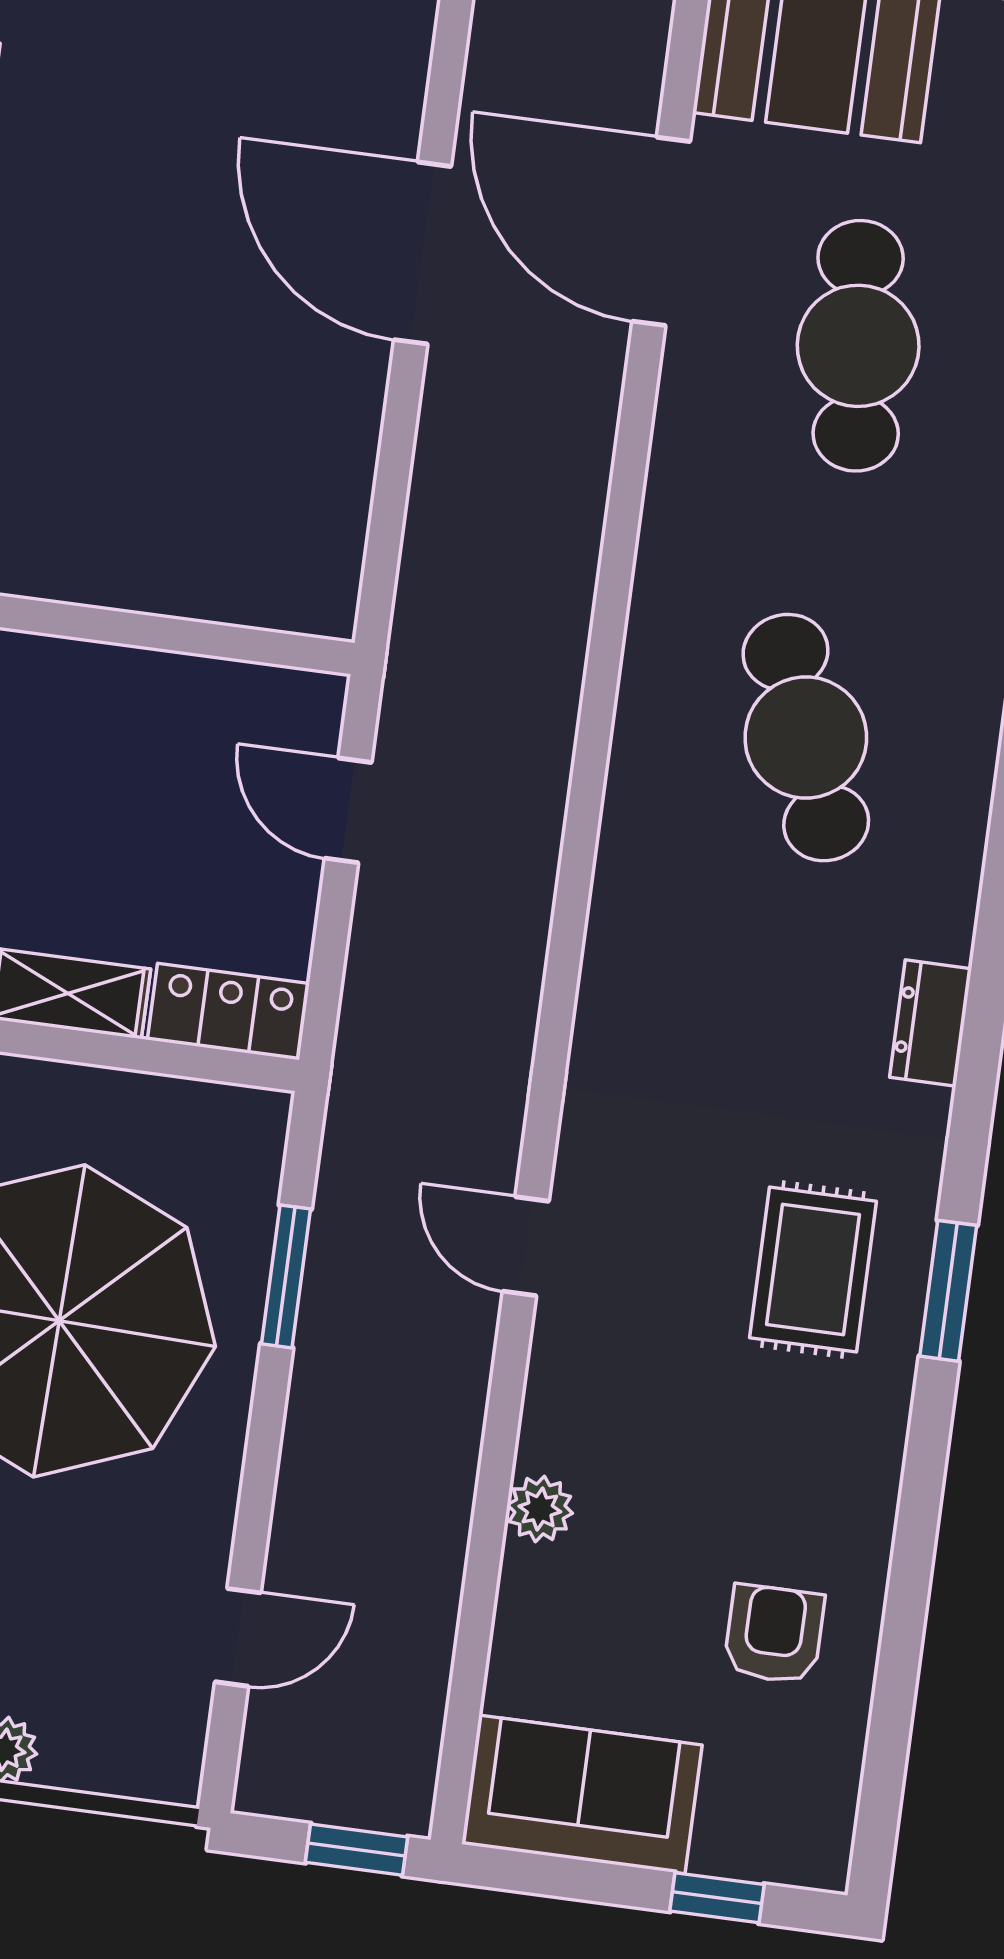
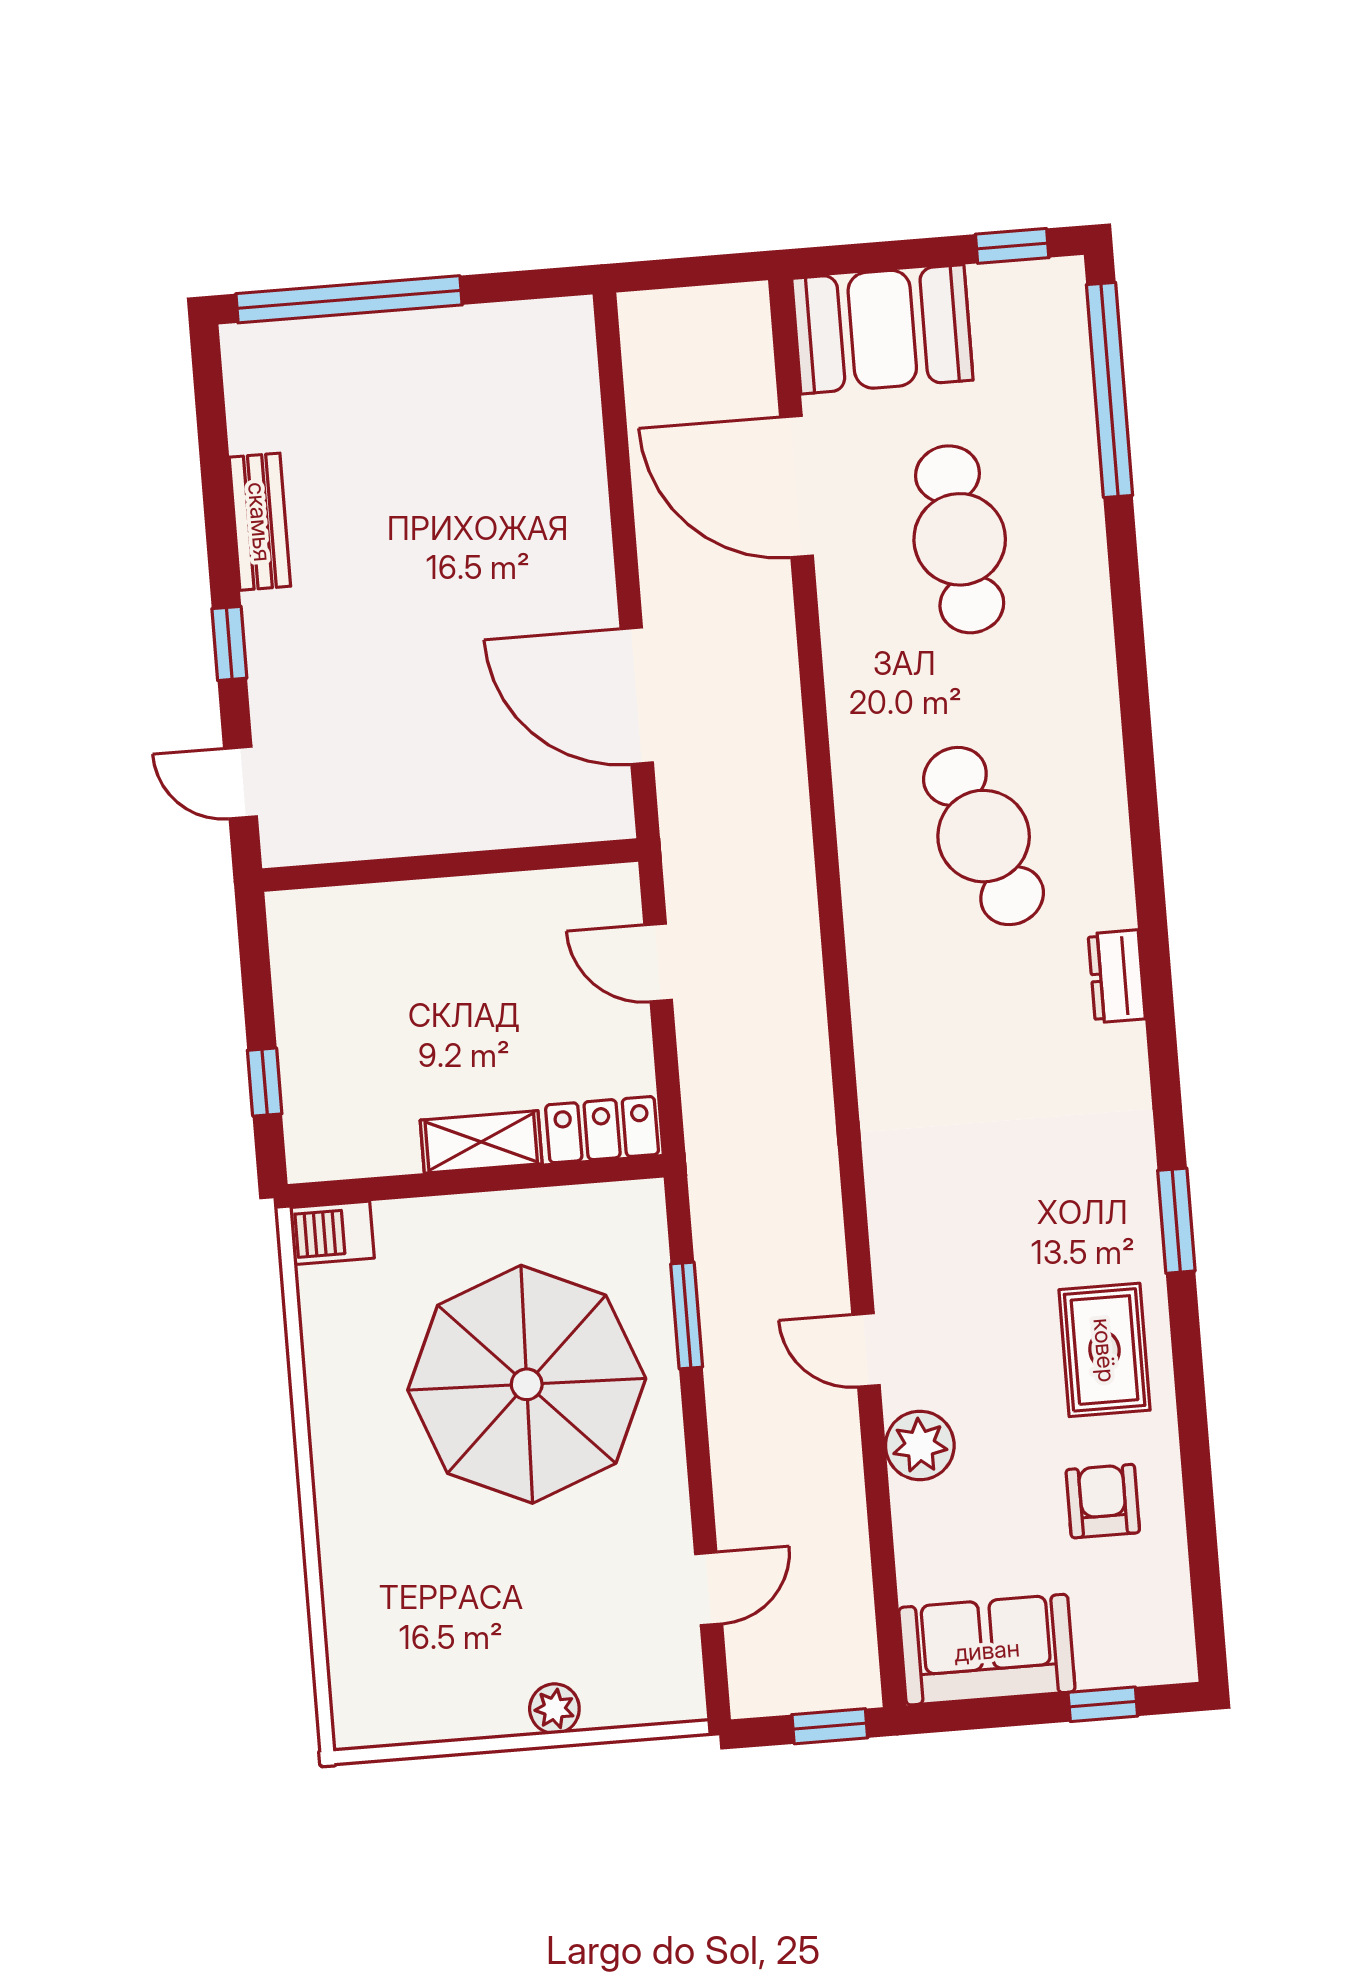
door: (423, 253) -> (637, 696), moved
dresser: (931, 1023) -> (1117, 976), moved
door: (526, 1246) -> (866, 1350), moved
rug: (813, 1269) -> (1105, 1350), moved
plant: (540, 1509) -> (920, 1445), width x1.38, depth x1.38

